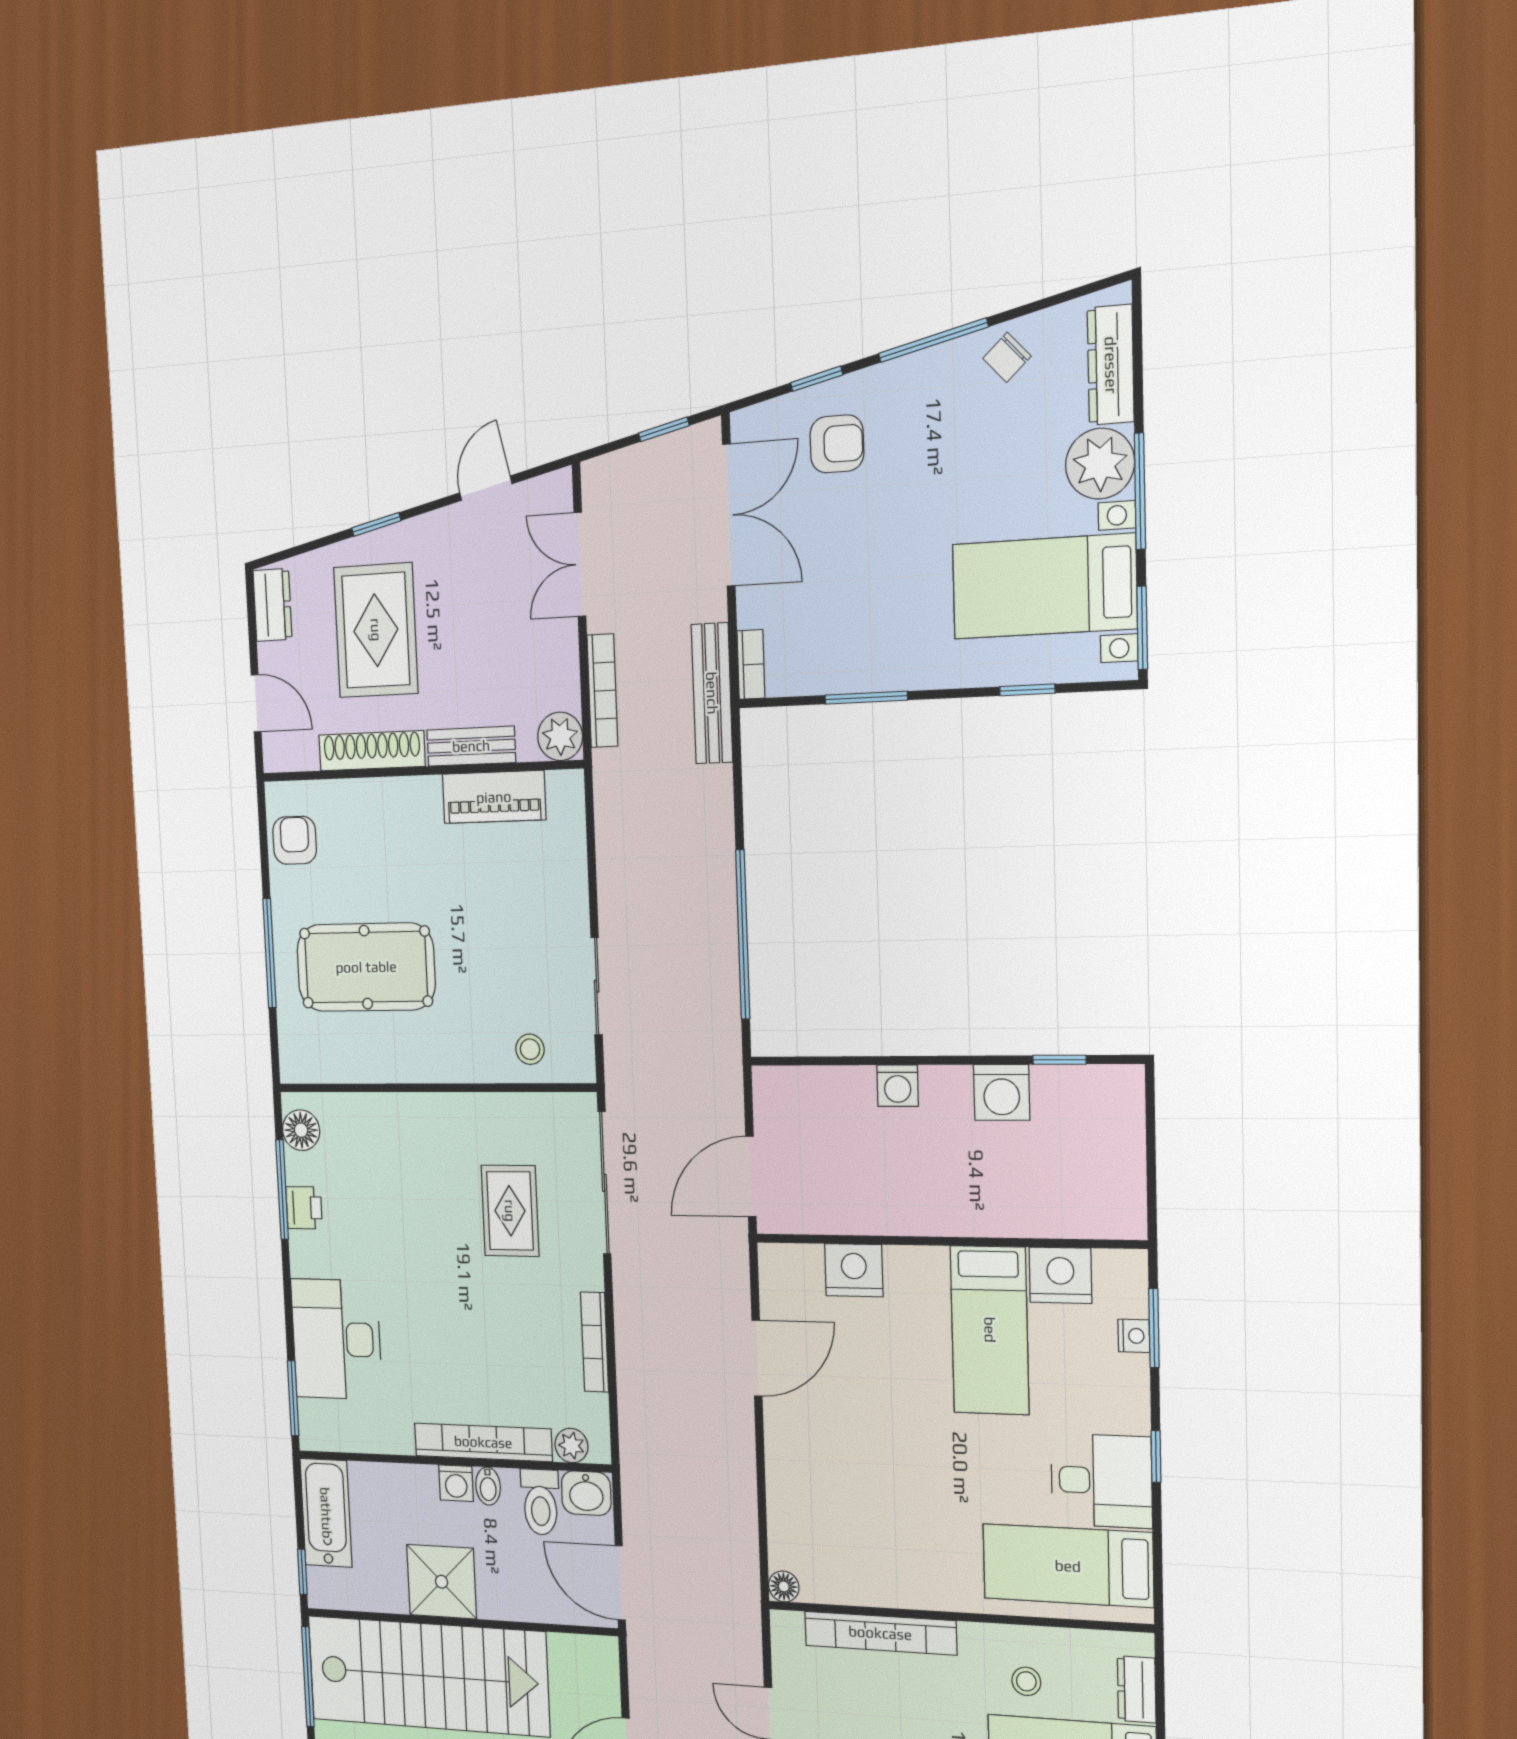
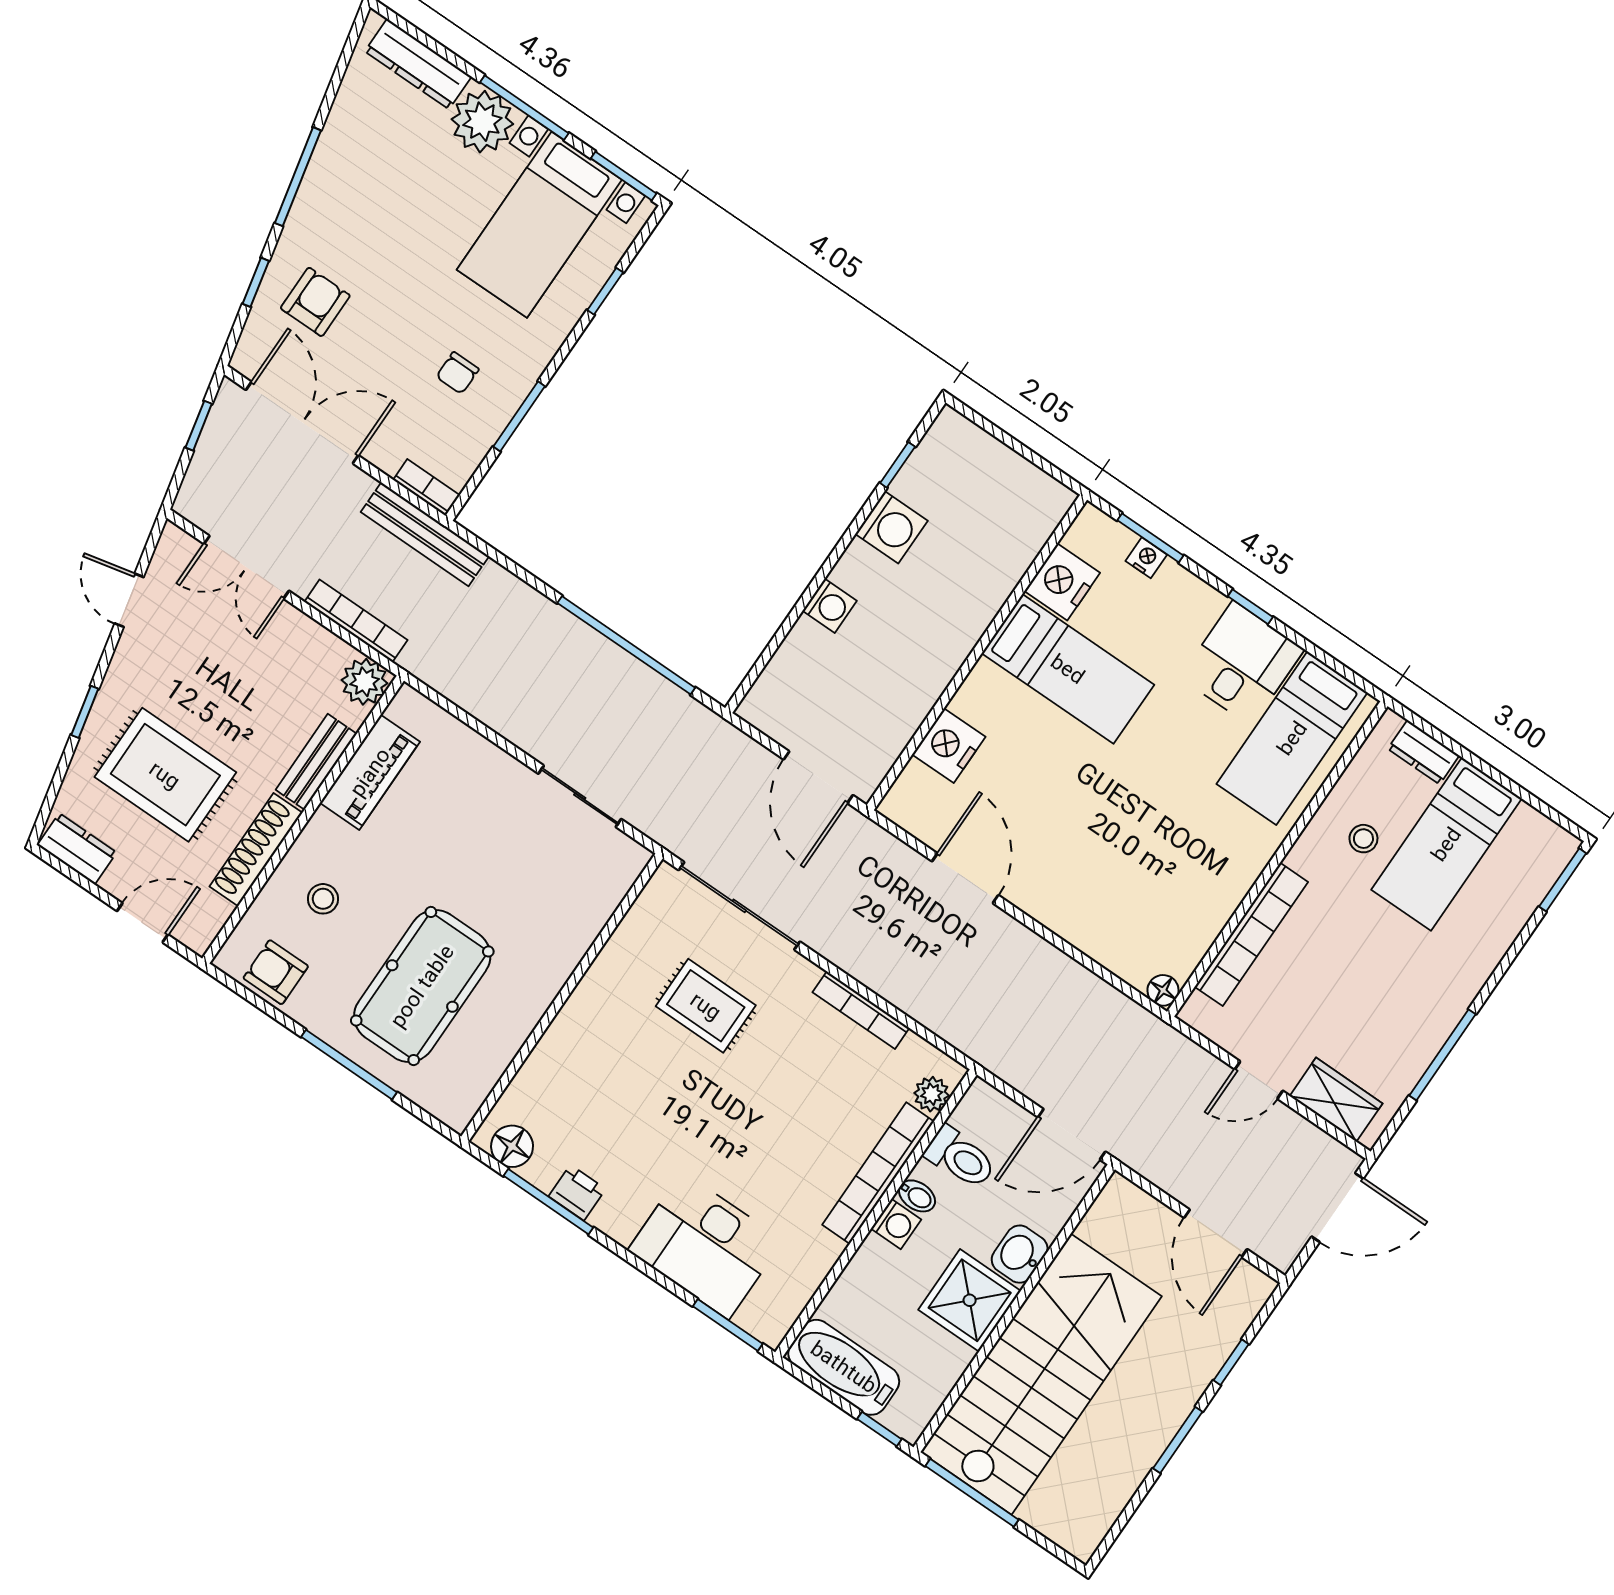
chair: (1007, 357) -> (458, 373), moved, turned 43
stool: (530, 1049) -> (323, 899), moved
washbasin: (586, 1493) -> (1020, 1254), moved, turned 180

